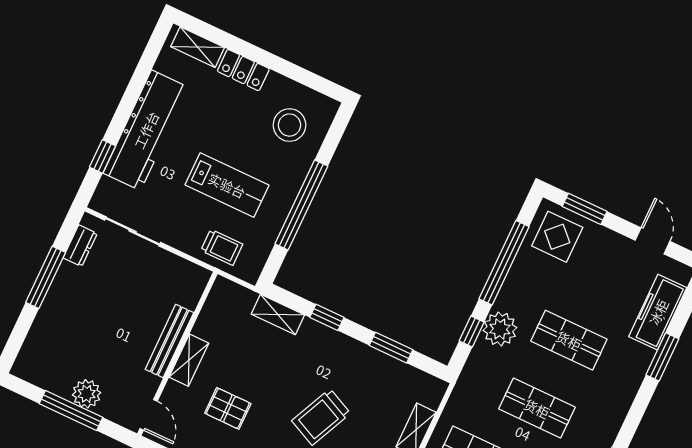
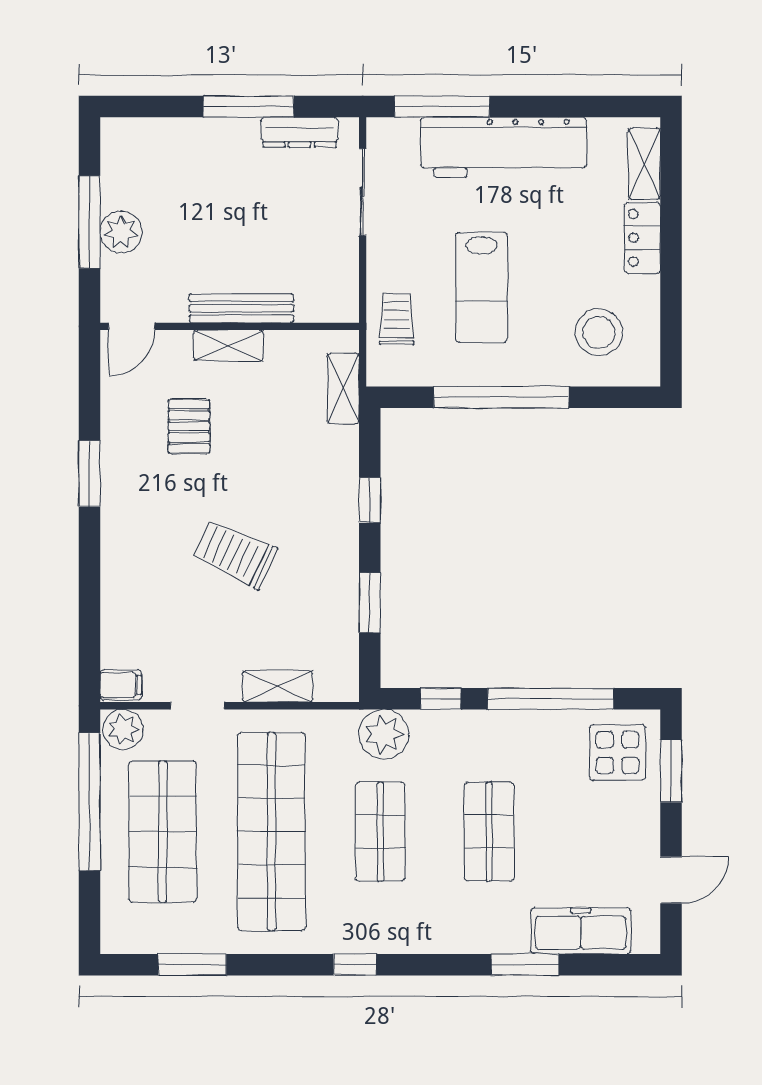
window: (102, 157) -> (442, 106), width x2.17
dresser: (80, 246) -> (300, 132), width x1.44
trolley: (222, 247) -> (397, 319), turned 180
shelving: (278, 315) -> (343, 388), moved
plant: (500, 329) -> (384, 734), moved

